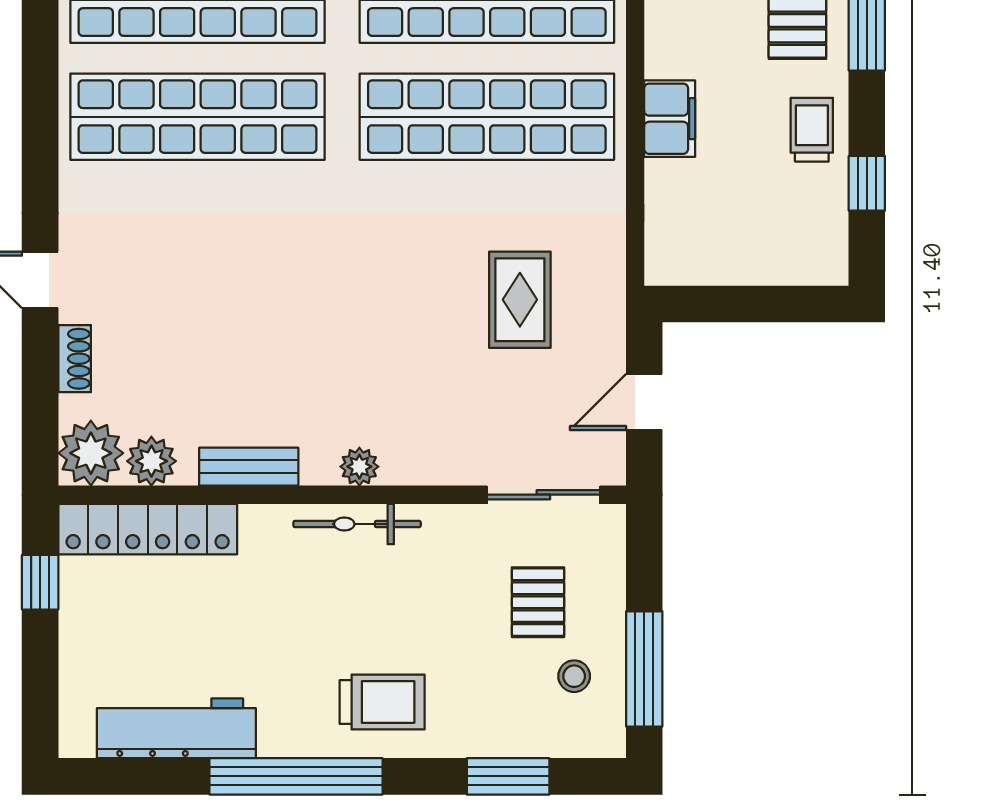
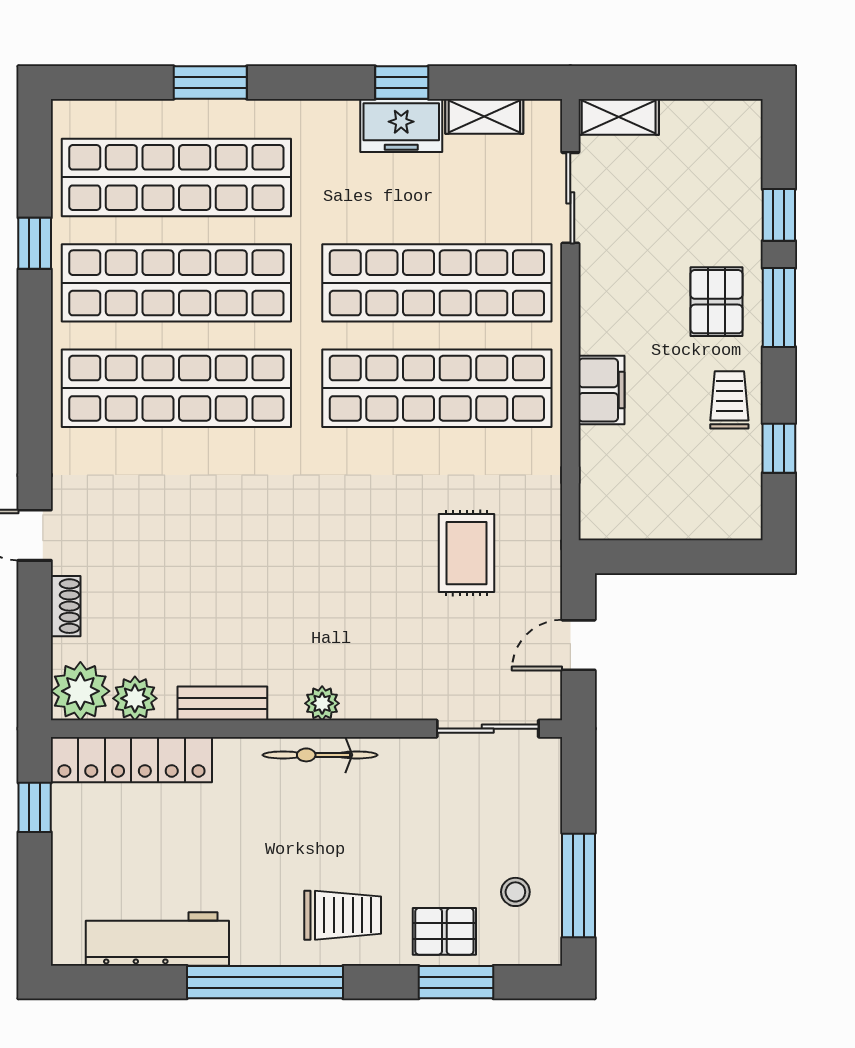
pallet: (538, 602) -> (444, 931), moved, turned 90

